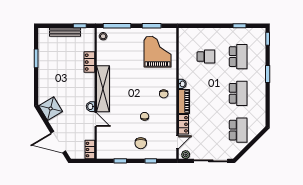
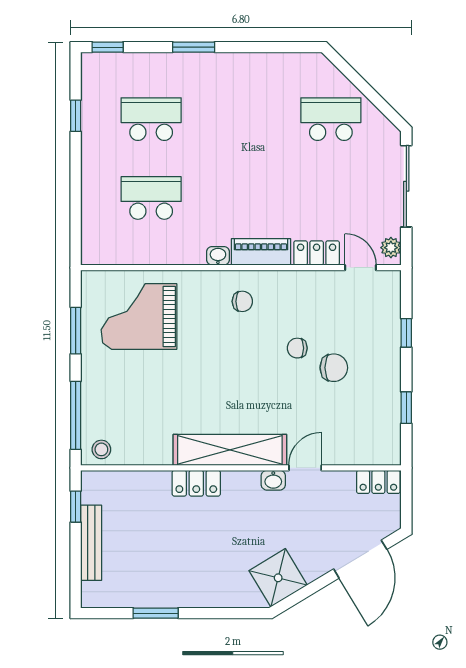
school desk: (206, 57) -> (151, 198), width x1.85
locker: (89, 62) -> (196, 483), moved
school desk: (238, 93) -> (241, 119), removed
chair: (141, 143) -> (334, 368), moved

